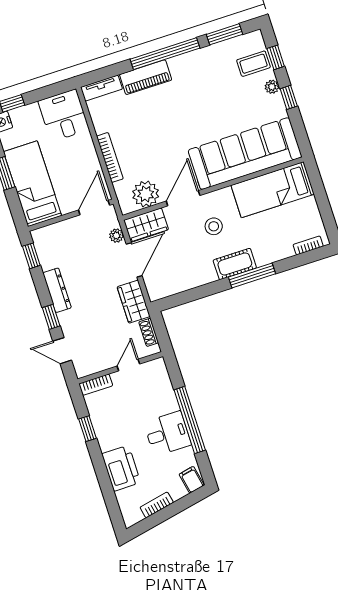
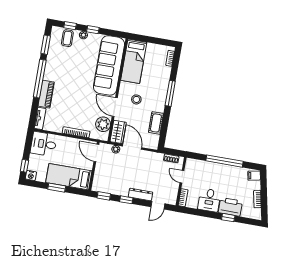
cot: (235, 264) -> (156, 123), moved
dresser: (57, 290) -> (140, 195), moved
wardrobe: (134, 302) -> (152, 158), removed
window: (51, 317) -> (126, 200), moved
window: (87, 429) -> (228, 218), moved
desk: (167, 434) -> (209, 200), moved, turned 180

